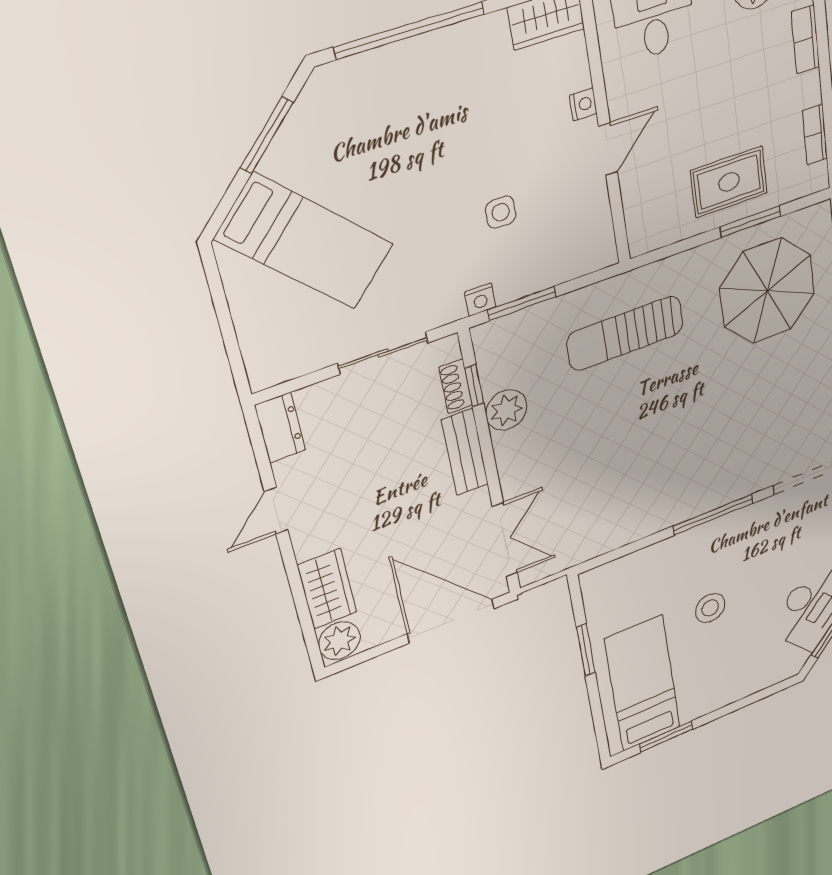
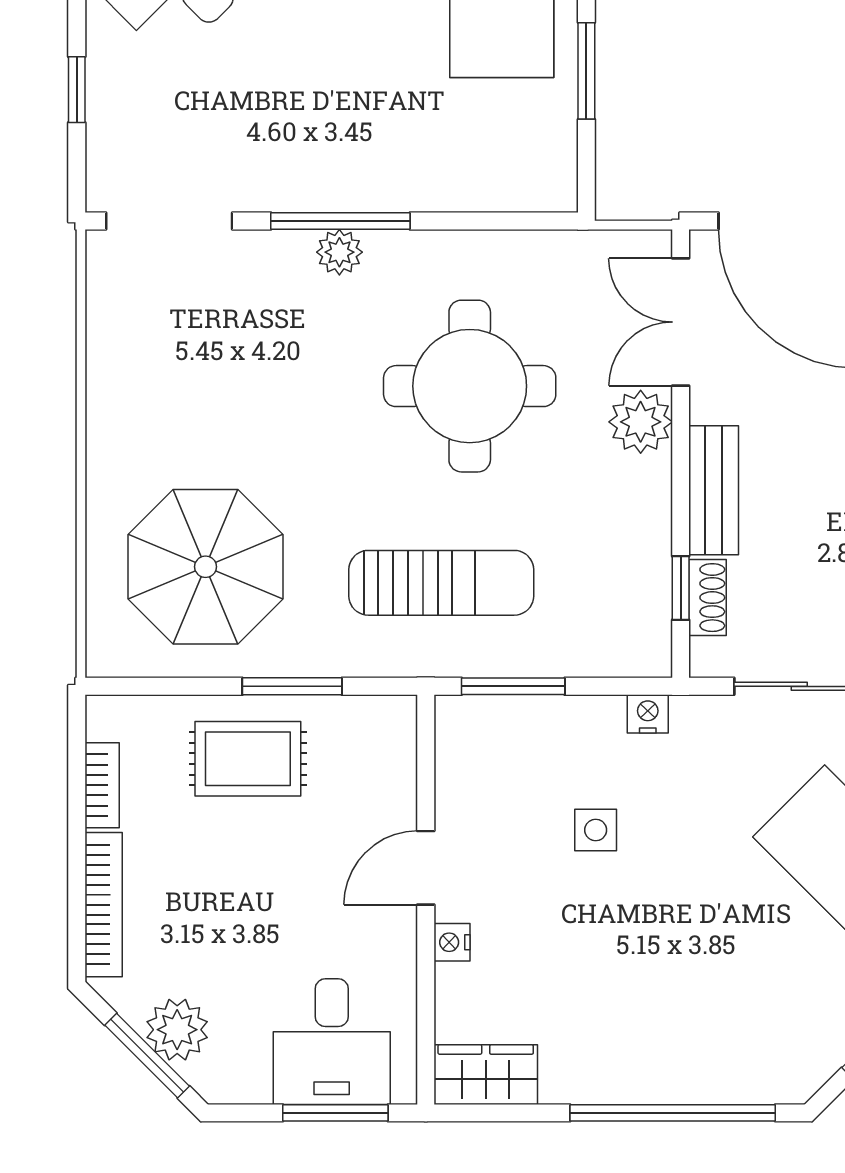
bookcase: (805, 39) -> (104, 905), width x1.56
window: (751, 222) -> (292, 686), moved
window: (522, 303) -> (513, 686), moved
plant: (506, 410) -> (641, 422), moved
round table: (626, 454) -> (470, 386), added
plant: (712, 498) -> (339, 252), added
stool: (710, 608) -> (367, 51), removed

